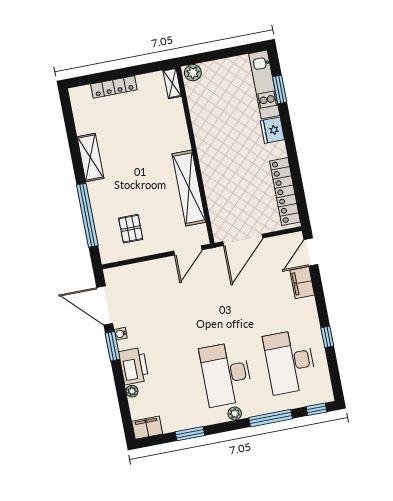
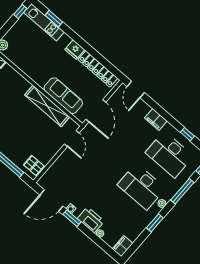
window: (246, 49) -> (20, 12), added
fridge: (272, 130) -> (75, 50), moved
sofa: (218, 191) -> (63, 96), added
pallet: (131, 229) -> (34, 166), moved
filing cabinet: (302, 283) -> (156, 119), moved
window: (327, 337) -> (187, 134), moved
window: (190, 434) -> (155, 223), moved

